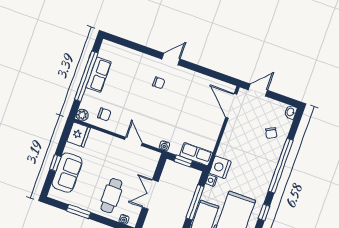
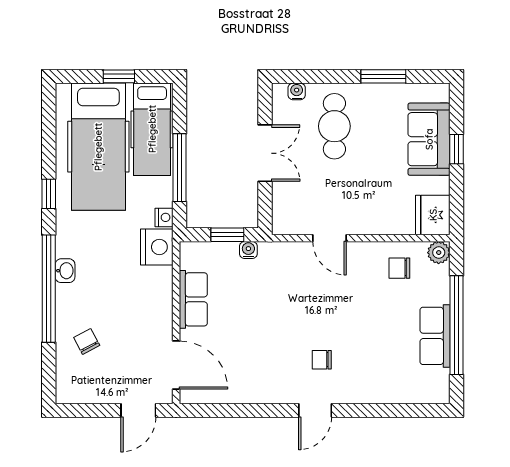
washbasin: (291, 112) -> (65, 271), moved
water cooler: (164, 146) -> (248, 250), moved
row of seats: (196, 154) -> (193, 299), moved, turned -90

